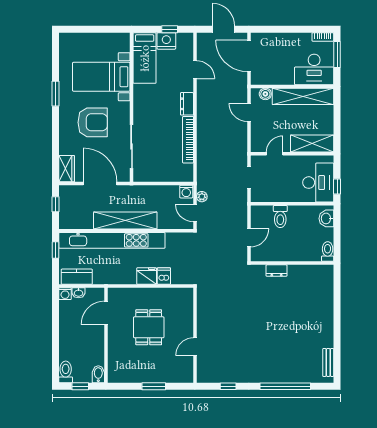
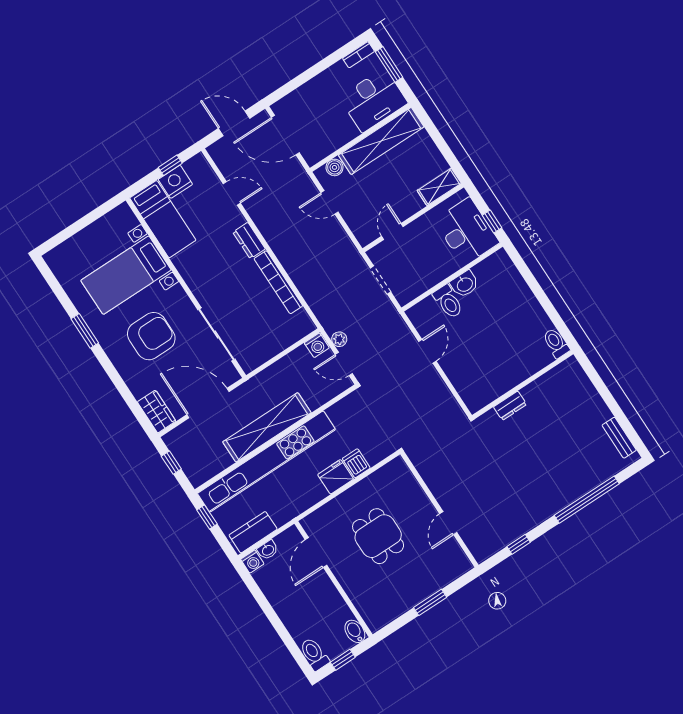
shelving: (312, 144) -> (439, 187), width x0.67, depth x0.75
washbasin: (326, 218) -> (465, 284), moved, turned -90
toilet: (328, 252) -> (556, 343), moved
wall: (292, 263) -> (523, 385), moved
dresser: (277, 271) -> (510, 406), moved

